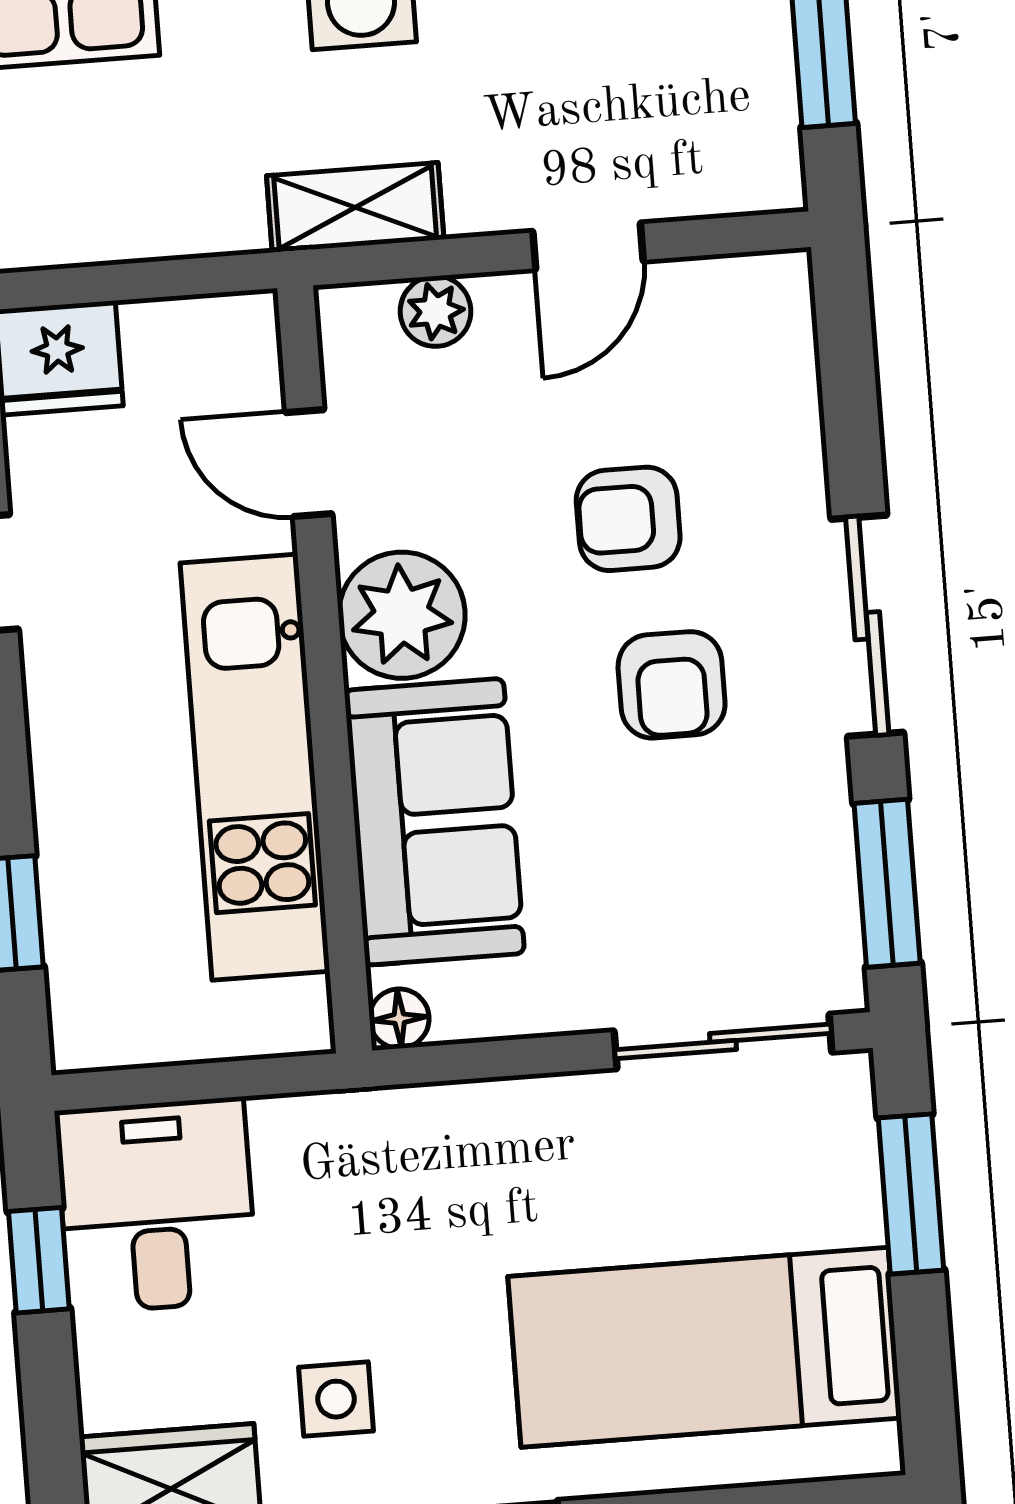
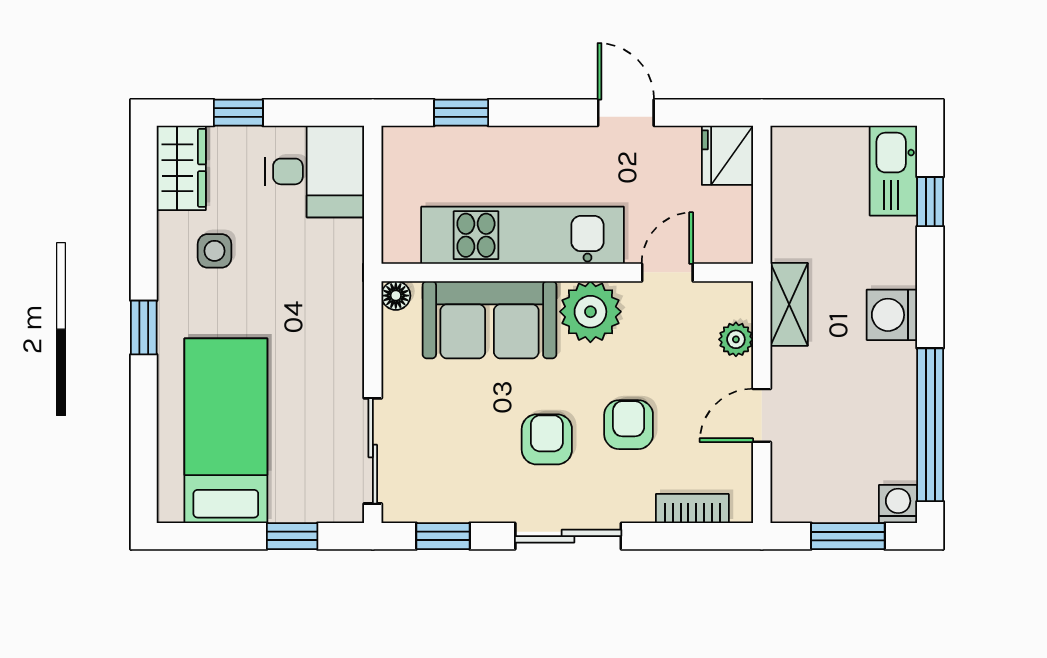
door: (588, 246) -> (762, 415), hinge flipped
bookcase: (791, 374) -> (692, 508), added
armchair: (672, 685) -> (547, 439), turned 90
window: (887, 883) -> (443, 536), width x0.67
window: (911, 1194) -> (292, 536), width x0.67
window: (39, 1260) -> (238, 113), moved

